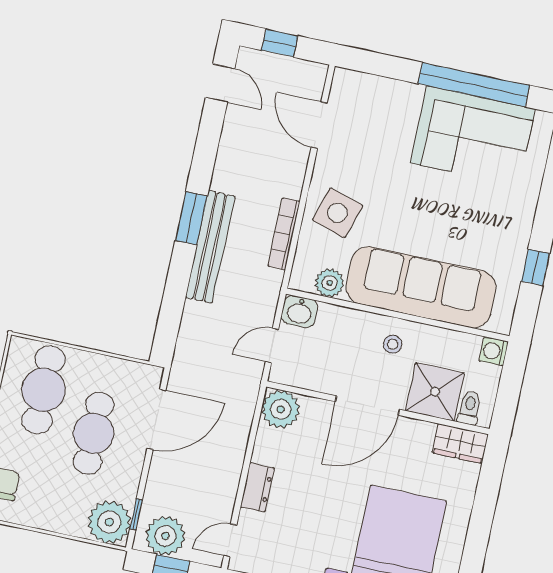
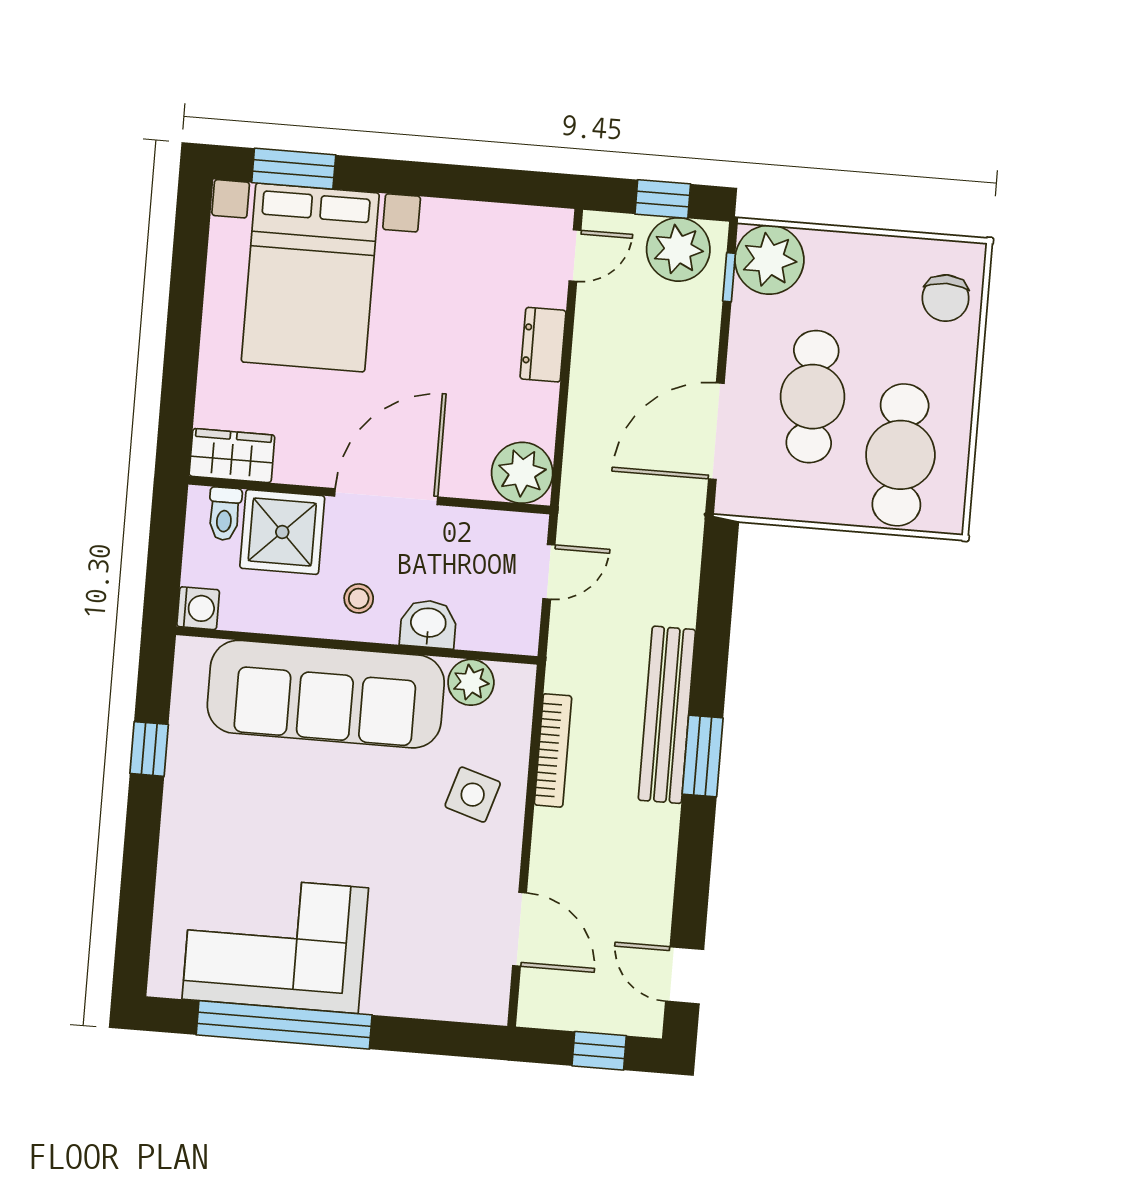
side table: (338, 213) -> (473, 795), width x0.73, depth x0.73
washbasin: (300, 312) -> (428, 624), moved

